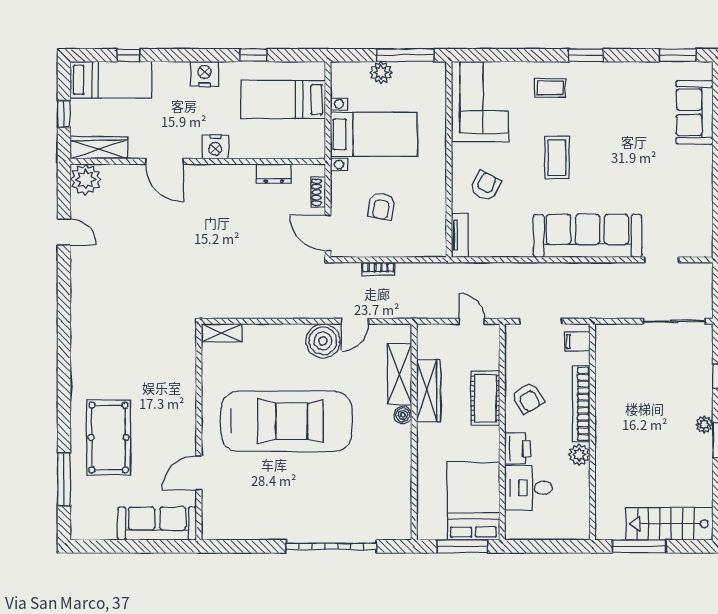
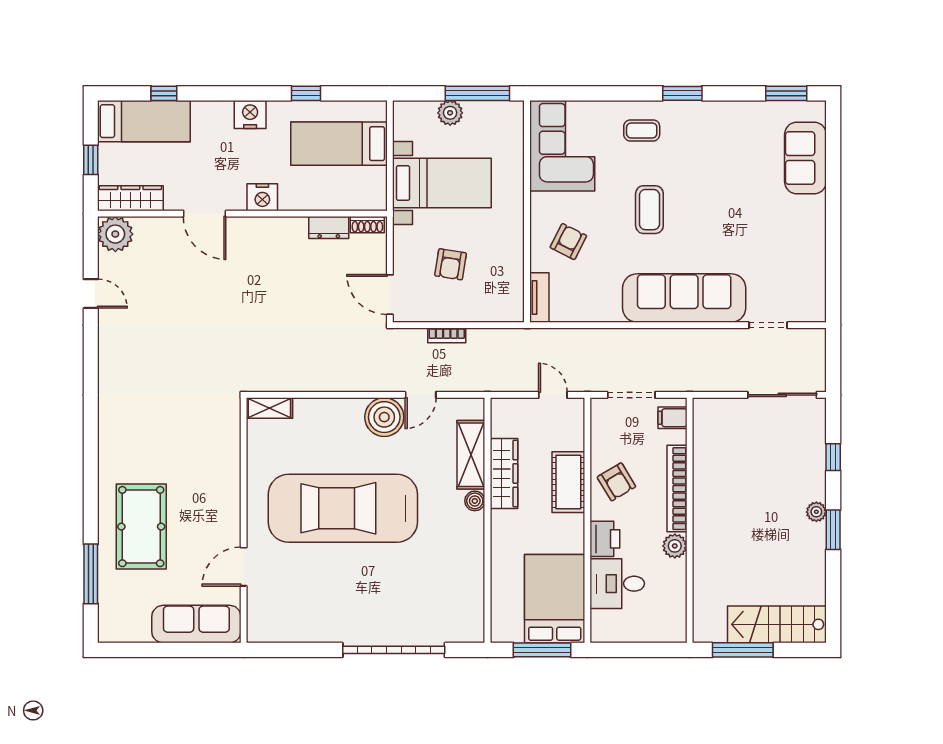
shoe rack: (318, 192) -> (367, 225), moved, turned -90
car: (286, 421) -> (343, 508), turned 180

